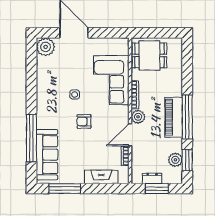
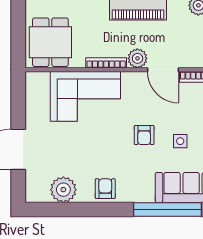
plant: (46, 47) -> (63, 190), moved
armchair: (46, 94) -> (105, 189), added
side table: (75, 94) -> (180, 141), moved

